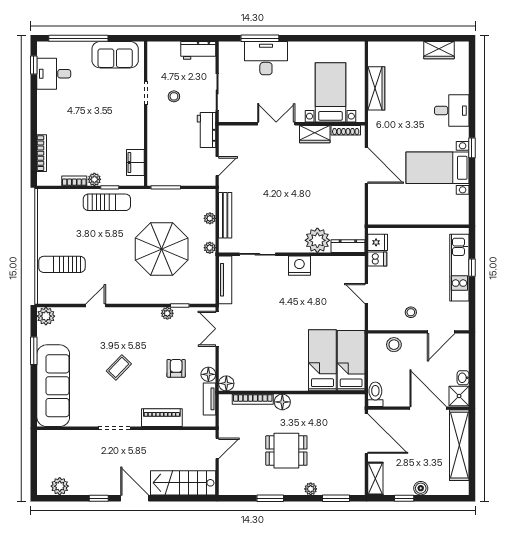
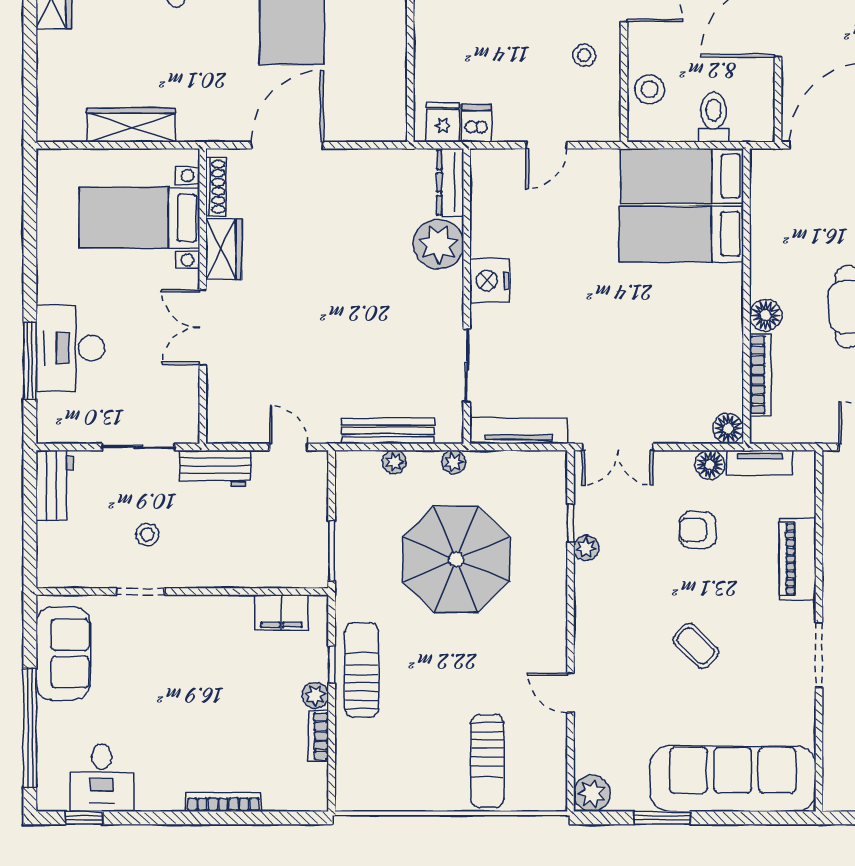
bookcase: (42, 153) -> (223, 802), moved
toilet: (375, 394) -> (714, 117), moved, turned 90

